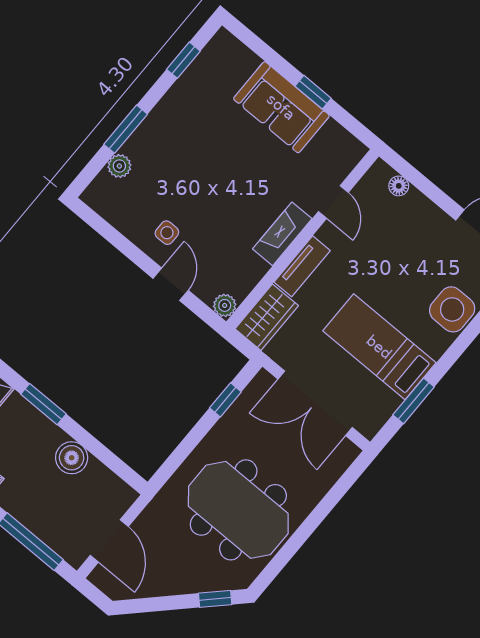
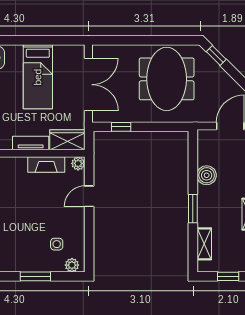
plant: (119, 166) -> (72, 265), moved
side table: (167, 233) -> (57, 244), moved
fireplace: (282, 234) -> (46, 165), moved
window: (414, 401) -> (50, 40), removed

